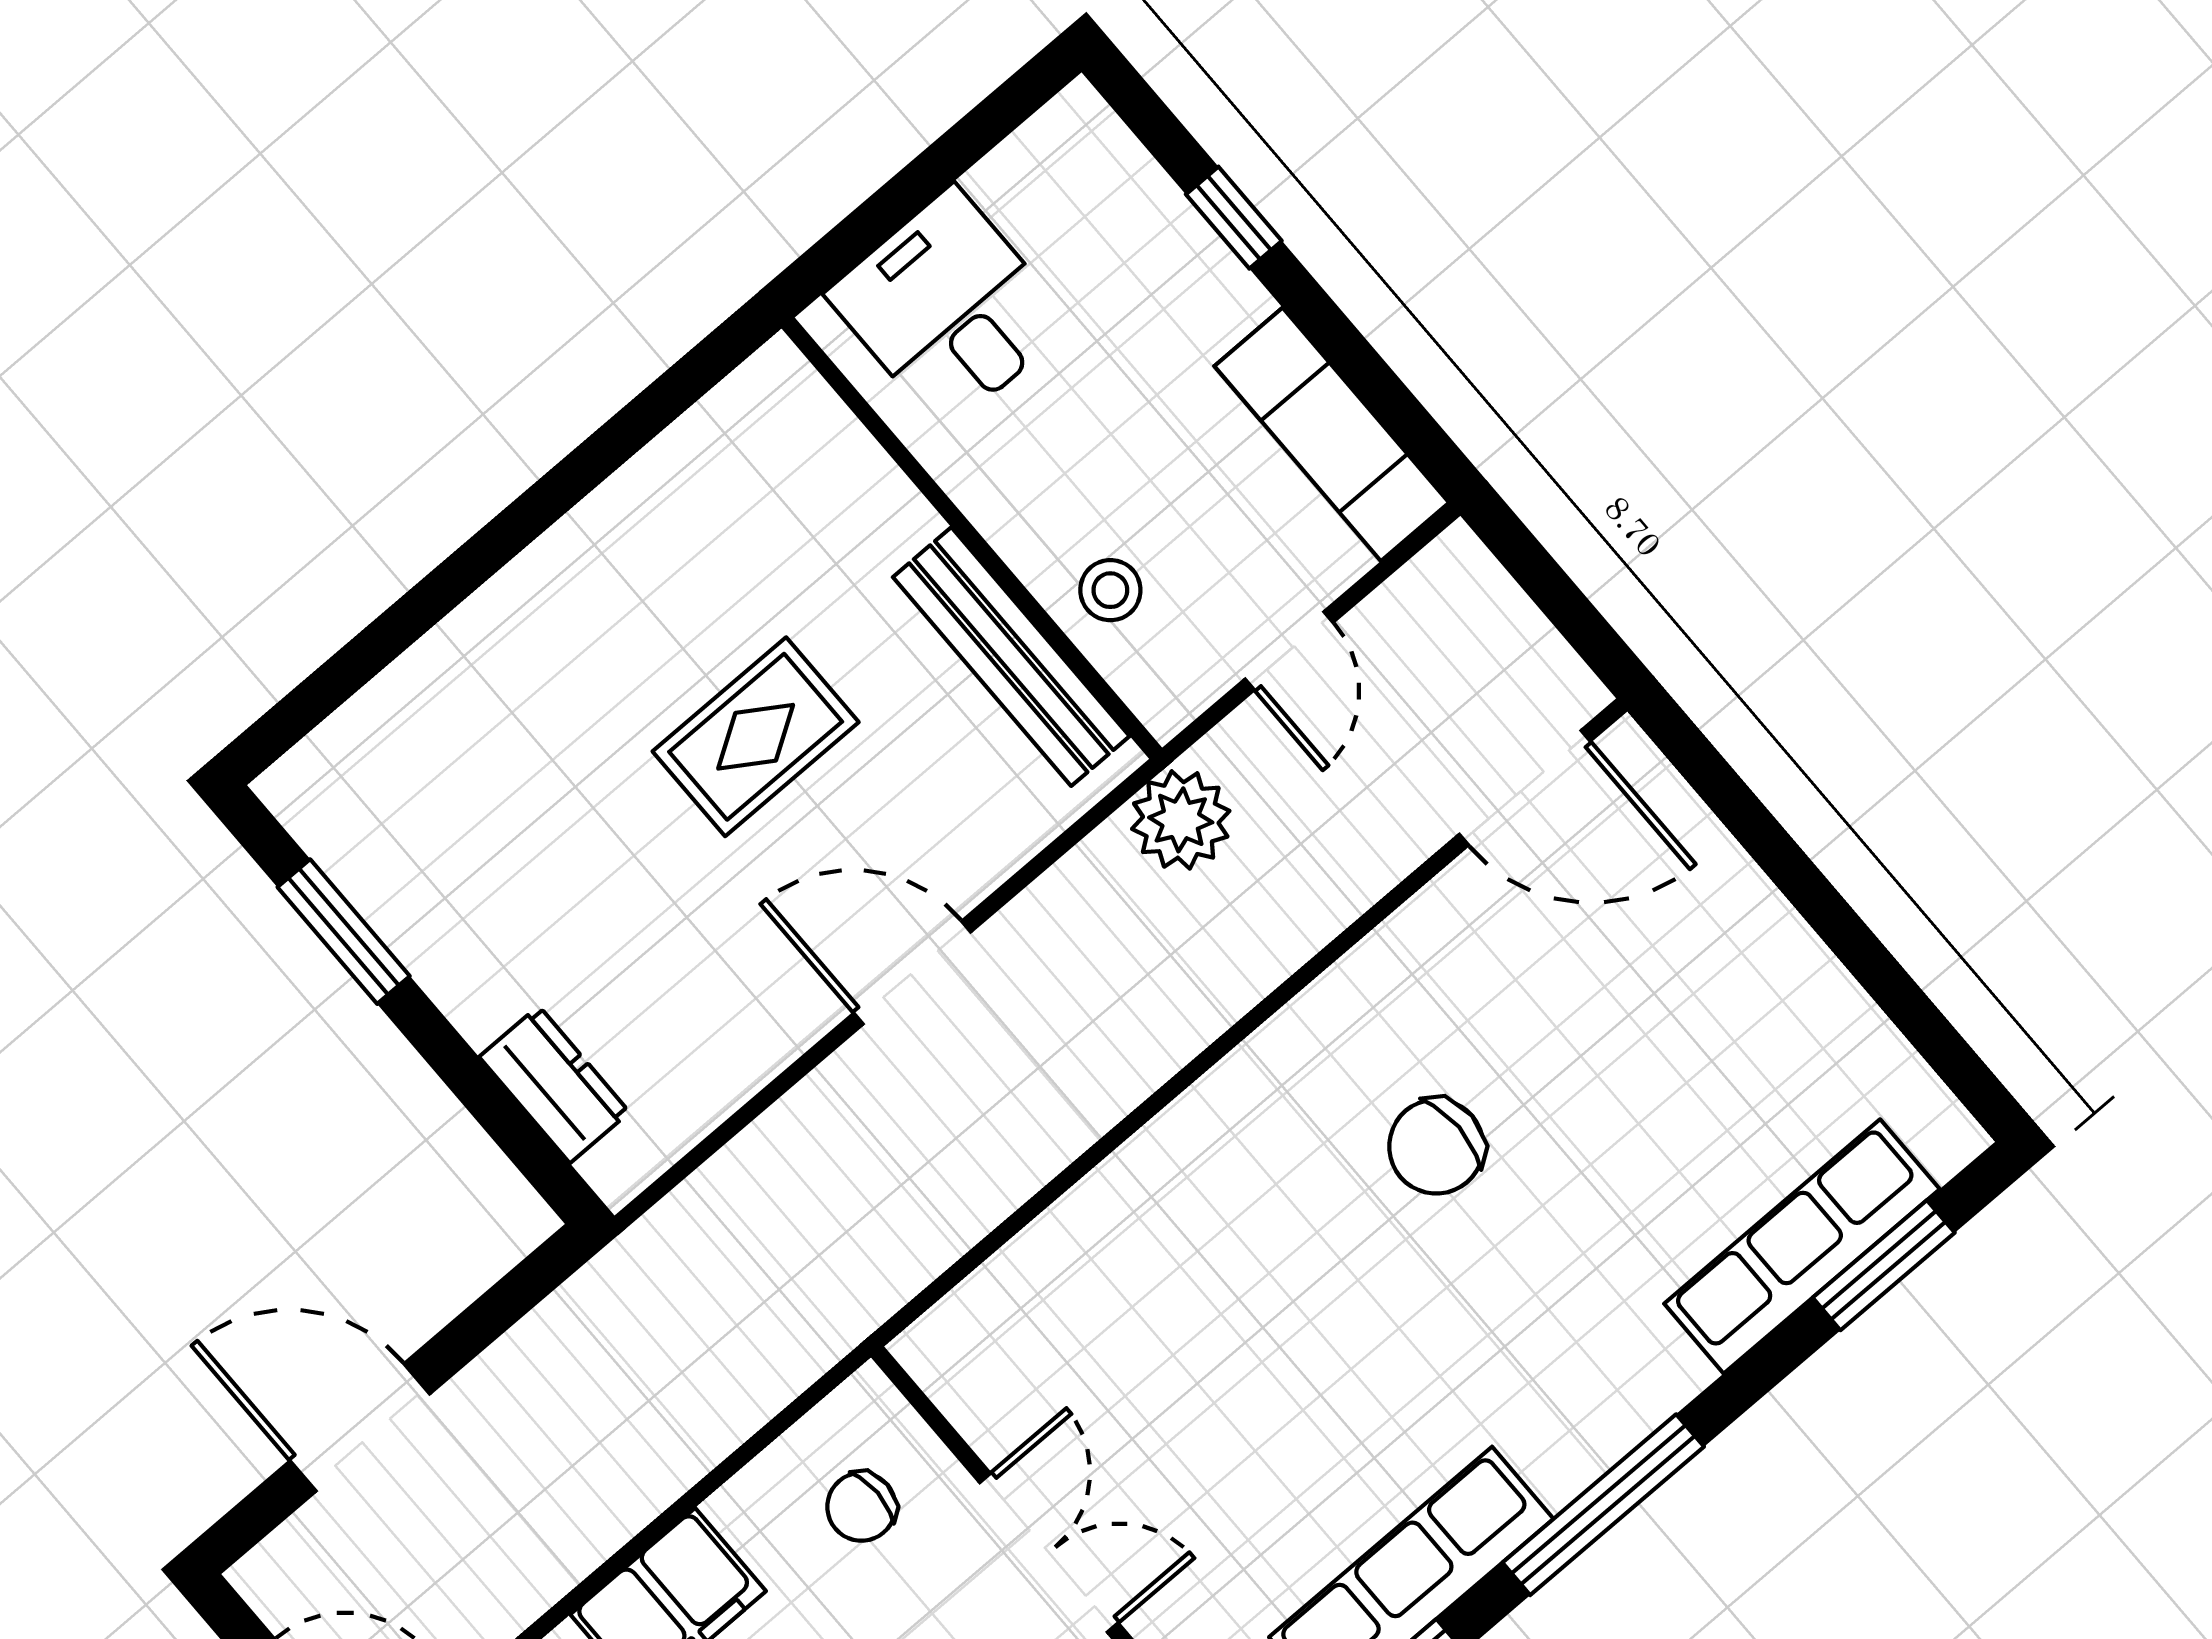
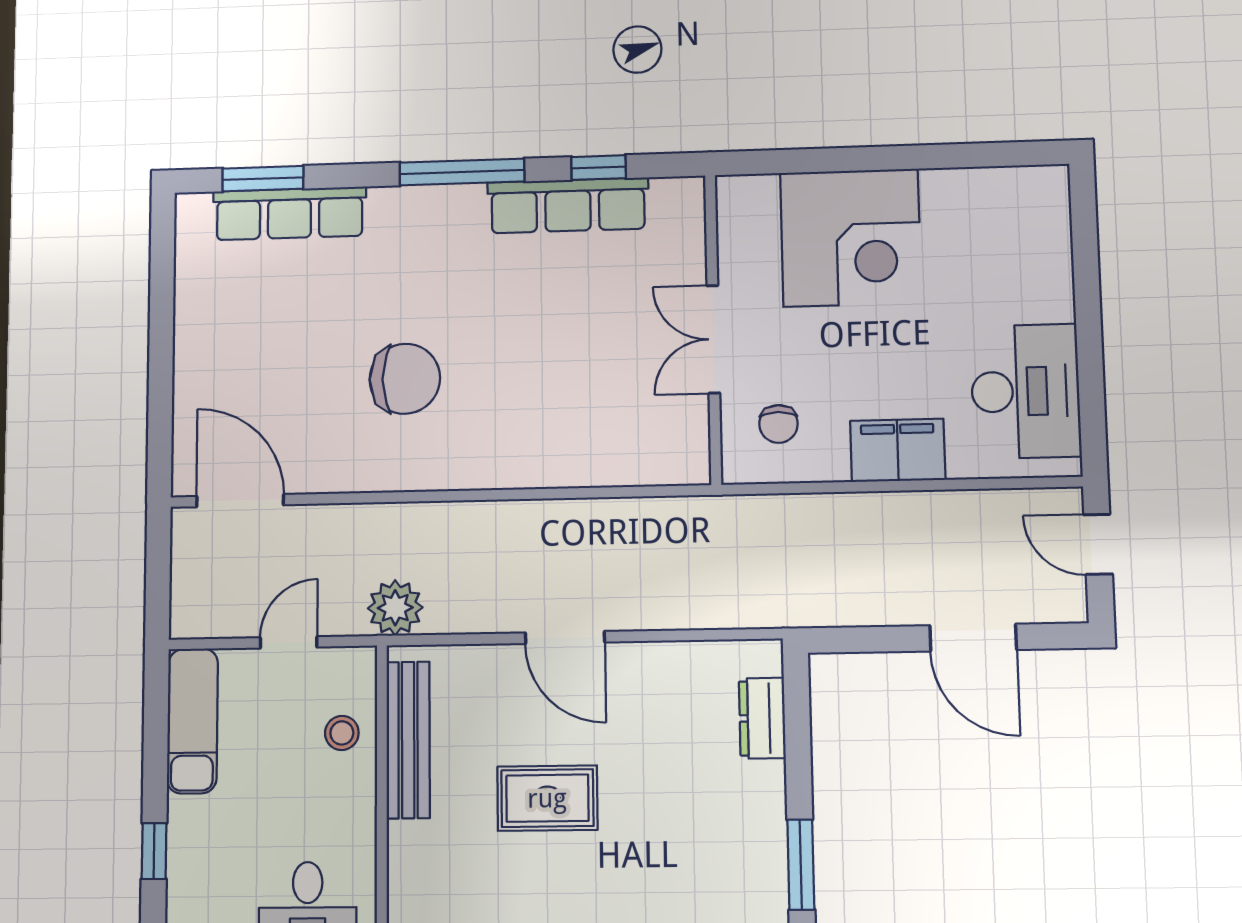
chair: (1436, 1147) -> (405, 379), width x1.37, depth x1.37
chair: (861, 1507) -> (778, 424), turned 90

